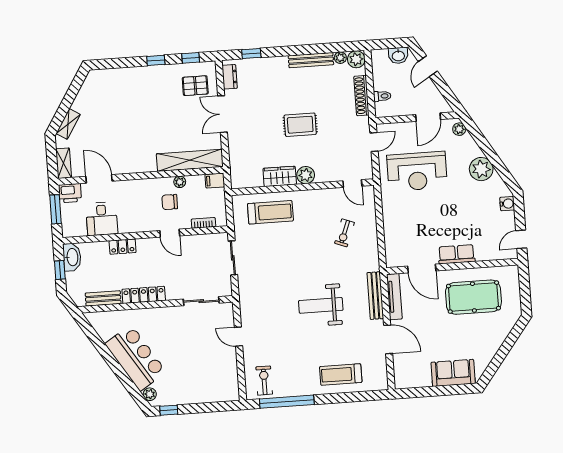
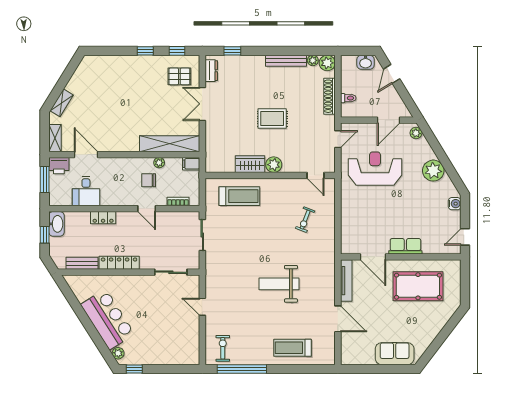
reception desk: (417, 171) -> (375, 169), turned 180
bench: (375, 296) -> (329, 278), removed

